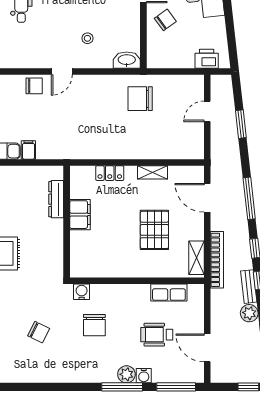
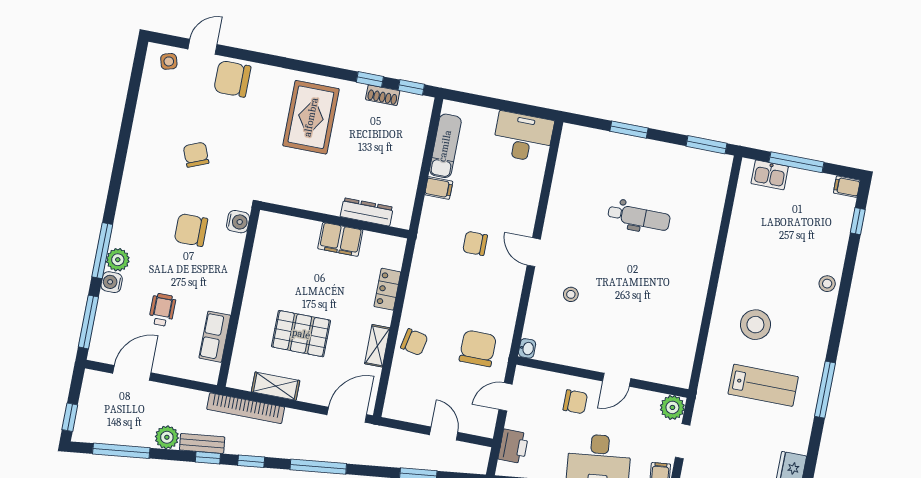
chair: (165, 20) -> (575, 402), turned -54
washbasin: (127, 60) -> (527, 348), width x0.52, depth x0.69
door: (172, 71) -> (506, 397), added
chair: (34, 86) -> (475, 243), moved, turned 90
chair: (145, 146) -> (414, 342), added
door: (207, 198) -> (347, 415), moved
shelving: (196, 258) -> (276, 386), moved
chair: (39, 332) -> (196, 155), turned 132
wheelchair: (157, 335) -> (162, 310), width x0.73, depth x0.73

